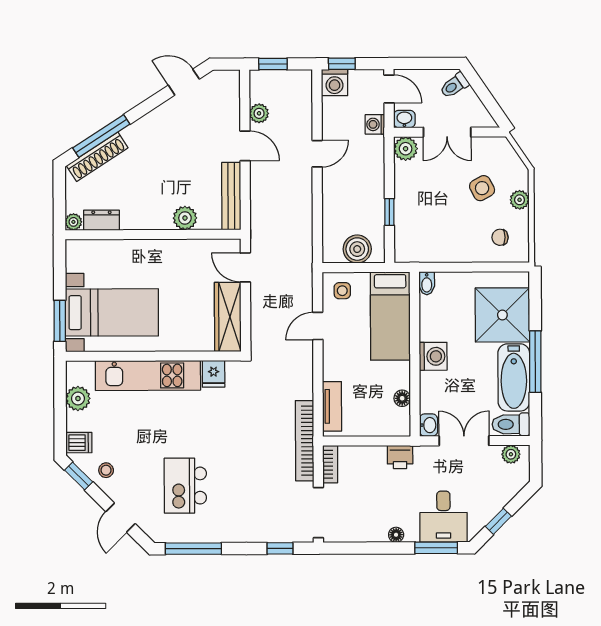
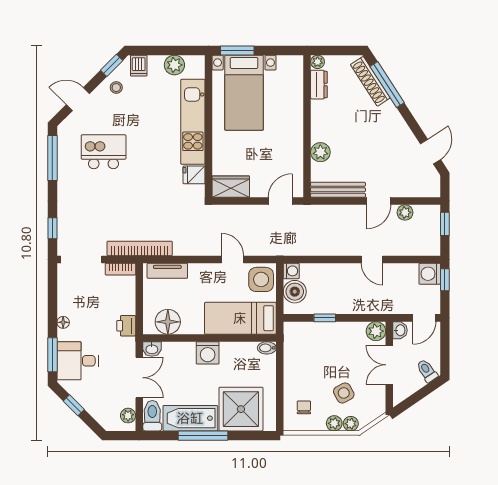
washing machine: (375, 124) -> (291, 271), moved, turned 90
plant: (520, 179) -> (351, 424), added
side table: (342, 291) -> (261, 279), width x1.87, depth x1.87
wardrobe: (228, 317) -> (231, 187), width x0.67
floor lamp: (402, 398) -> (168, 322), width x1.89, depth x1.89

